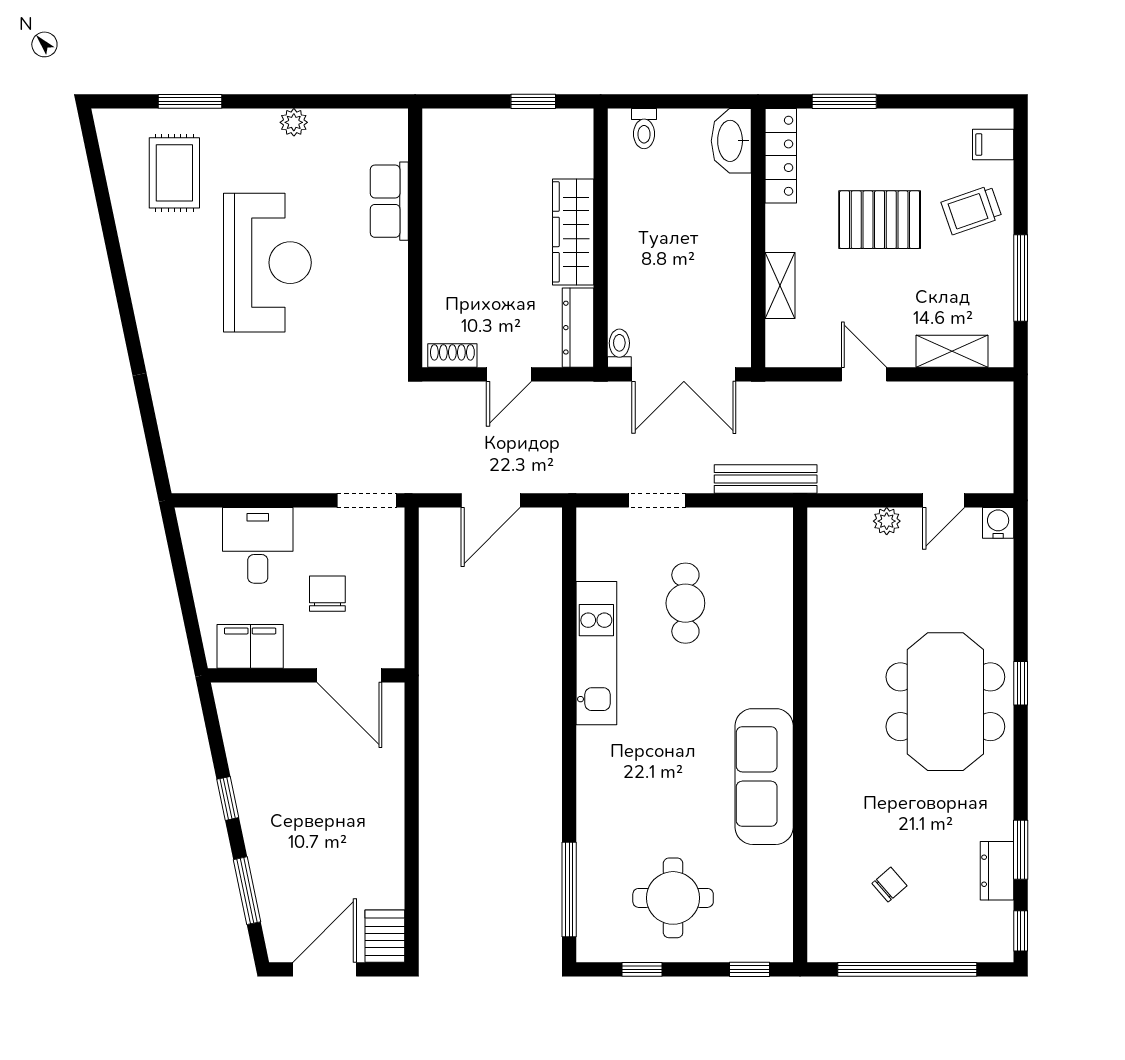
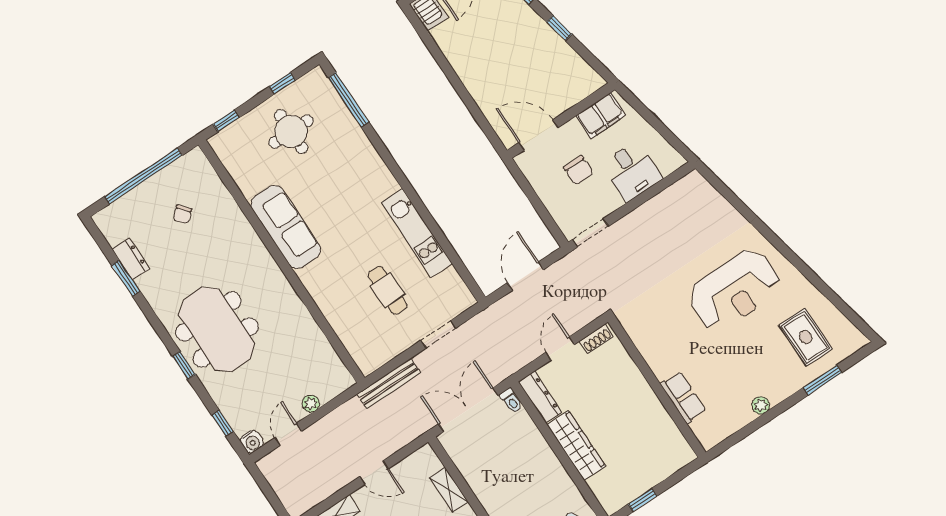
reception desk: (267, 263) -> (735, 290), moved, turned -90
window: (1021, 931) -> (223, 423), moved

